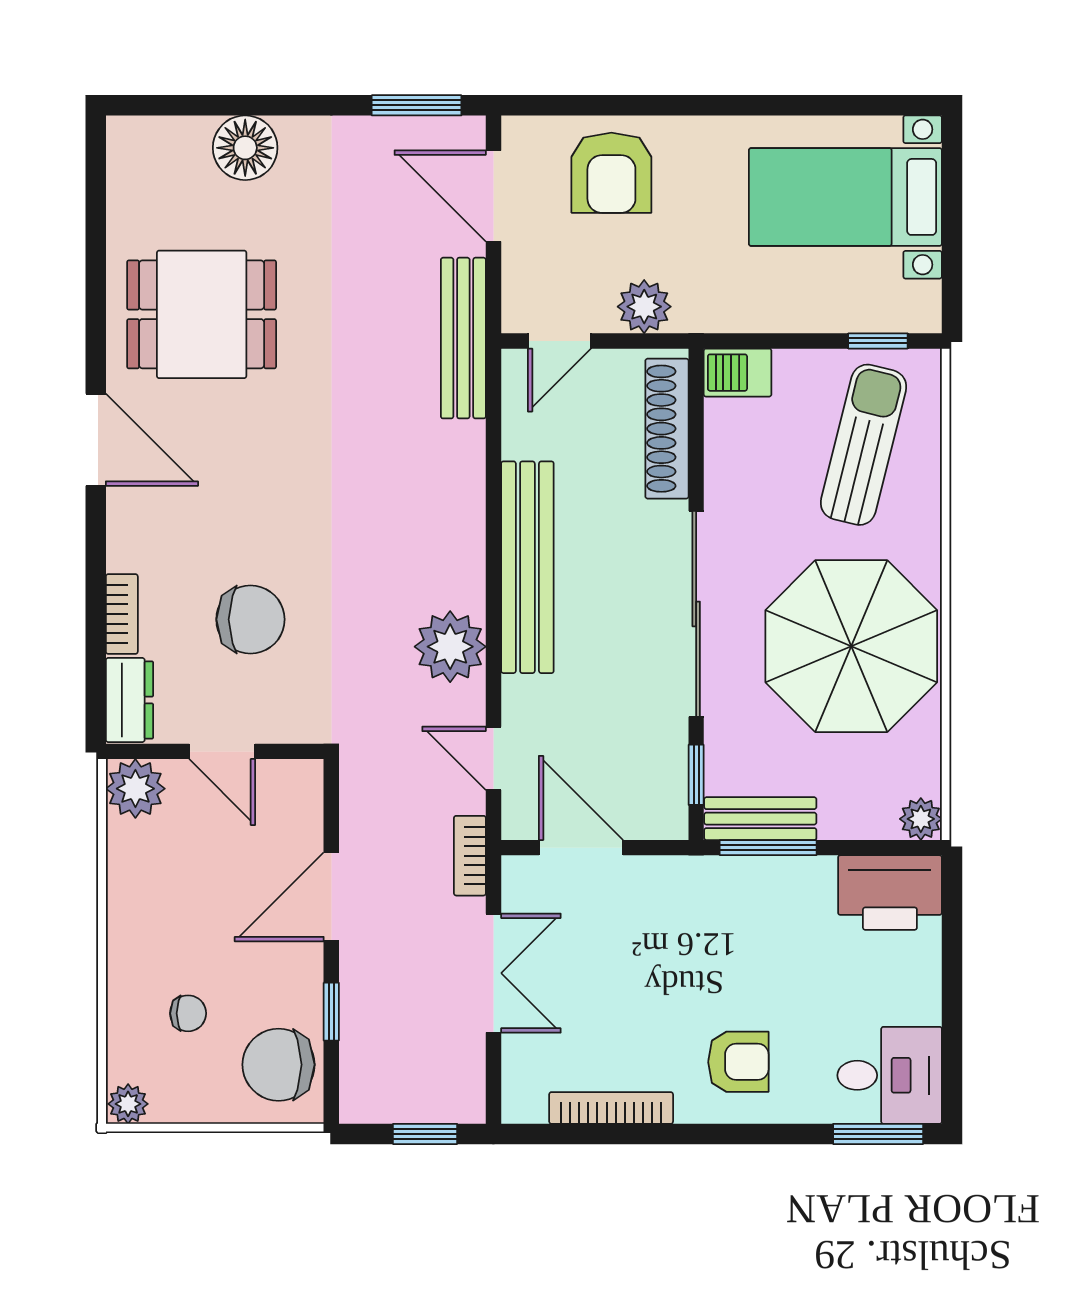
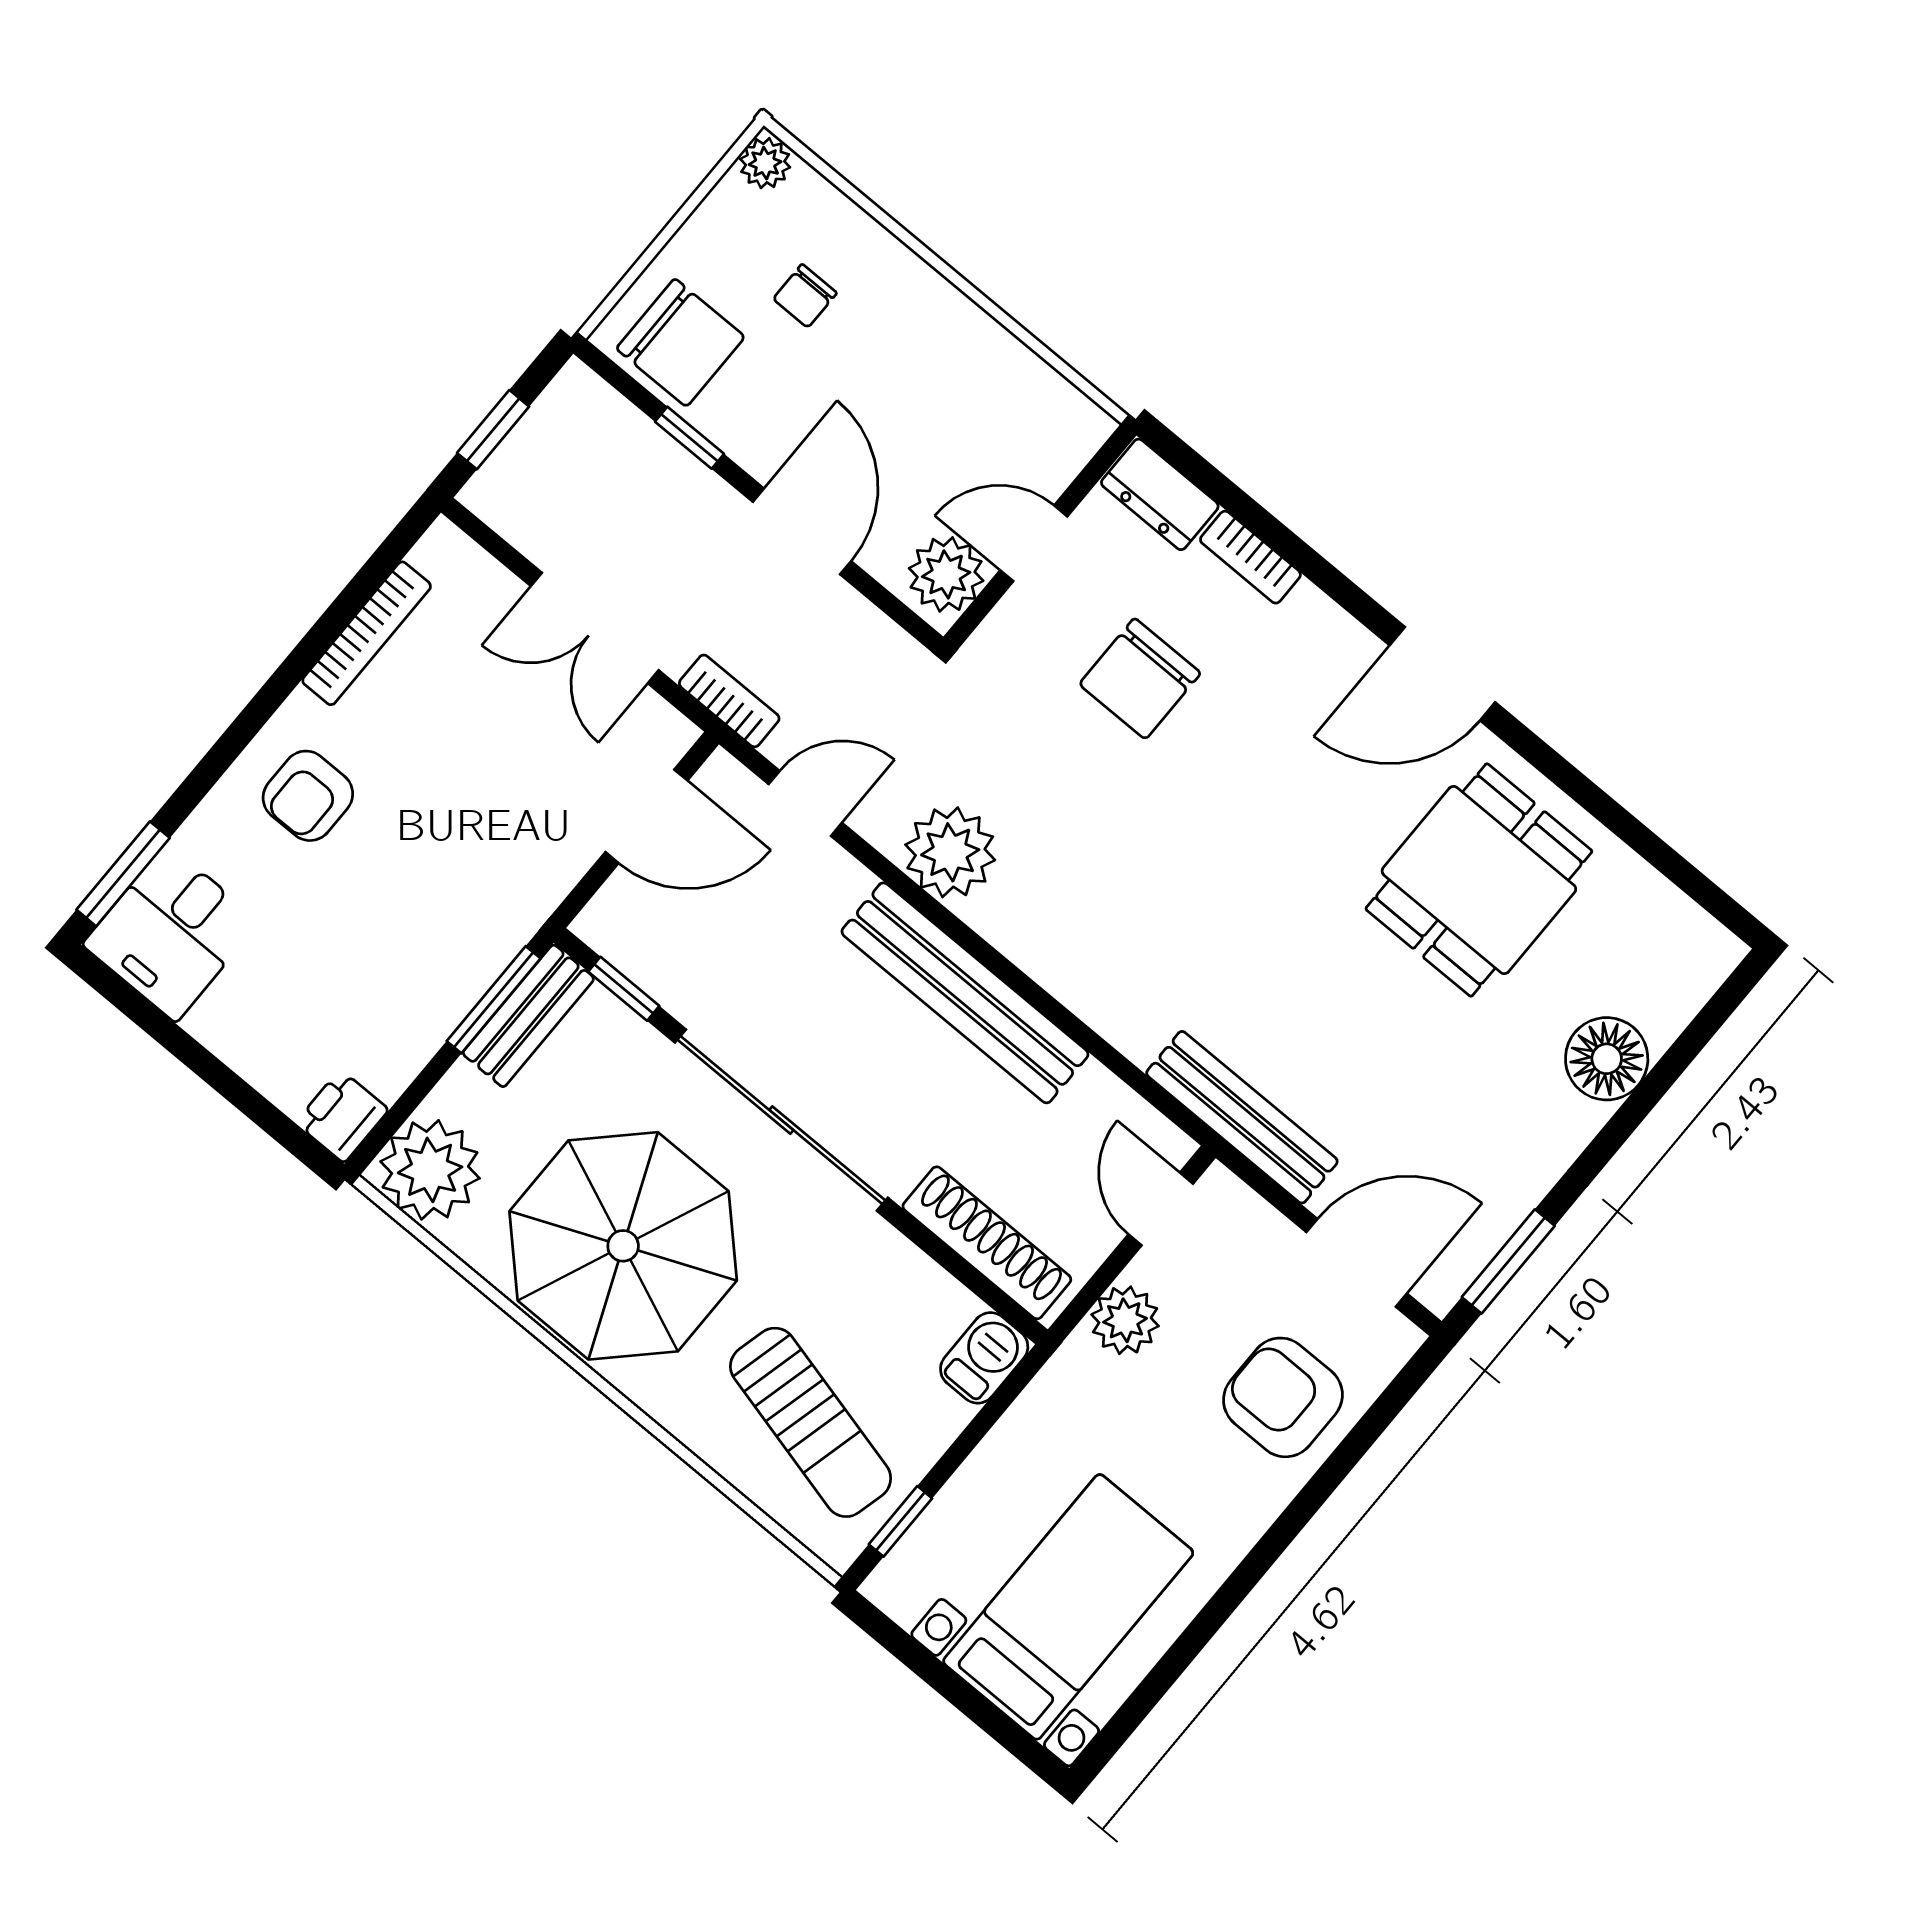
plant: (135, 789) -> (946, 574), moved
plant: (921, 819) -> (430, 1170), width x1.88, depth x1.88
printer: (890, 893) -> (342, 1116), width x0.53, depth x0.68
chair: (279, 1065) -> (681, 343), turned 90

